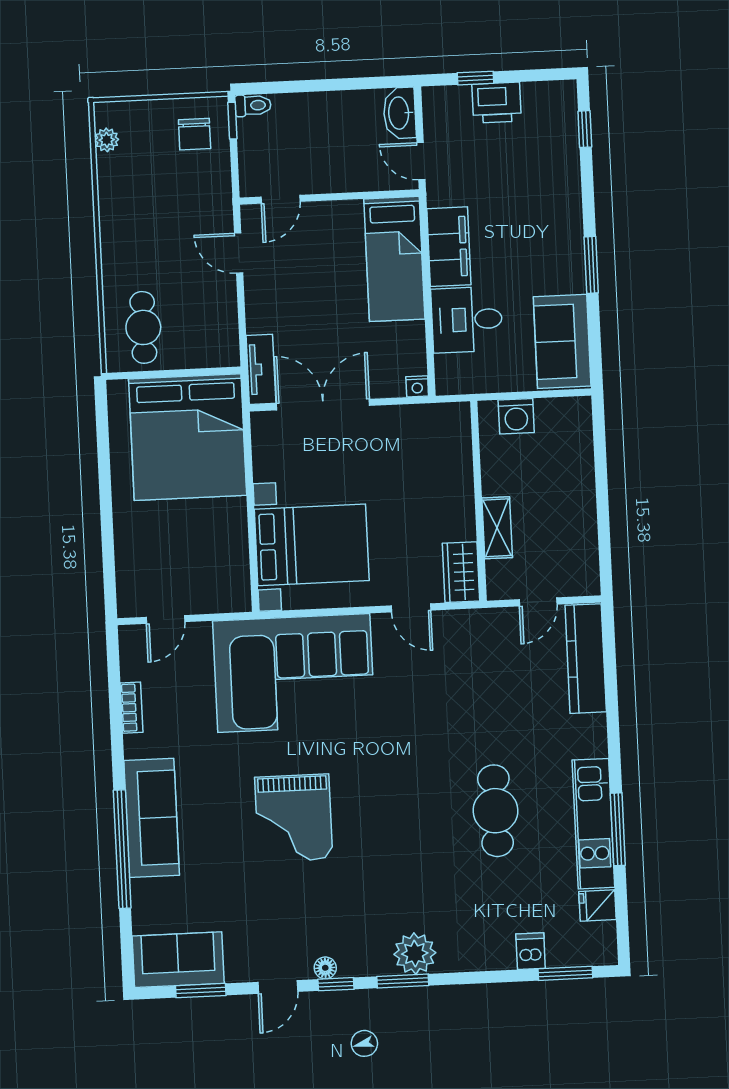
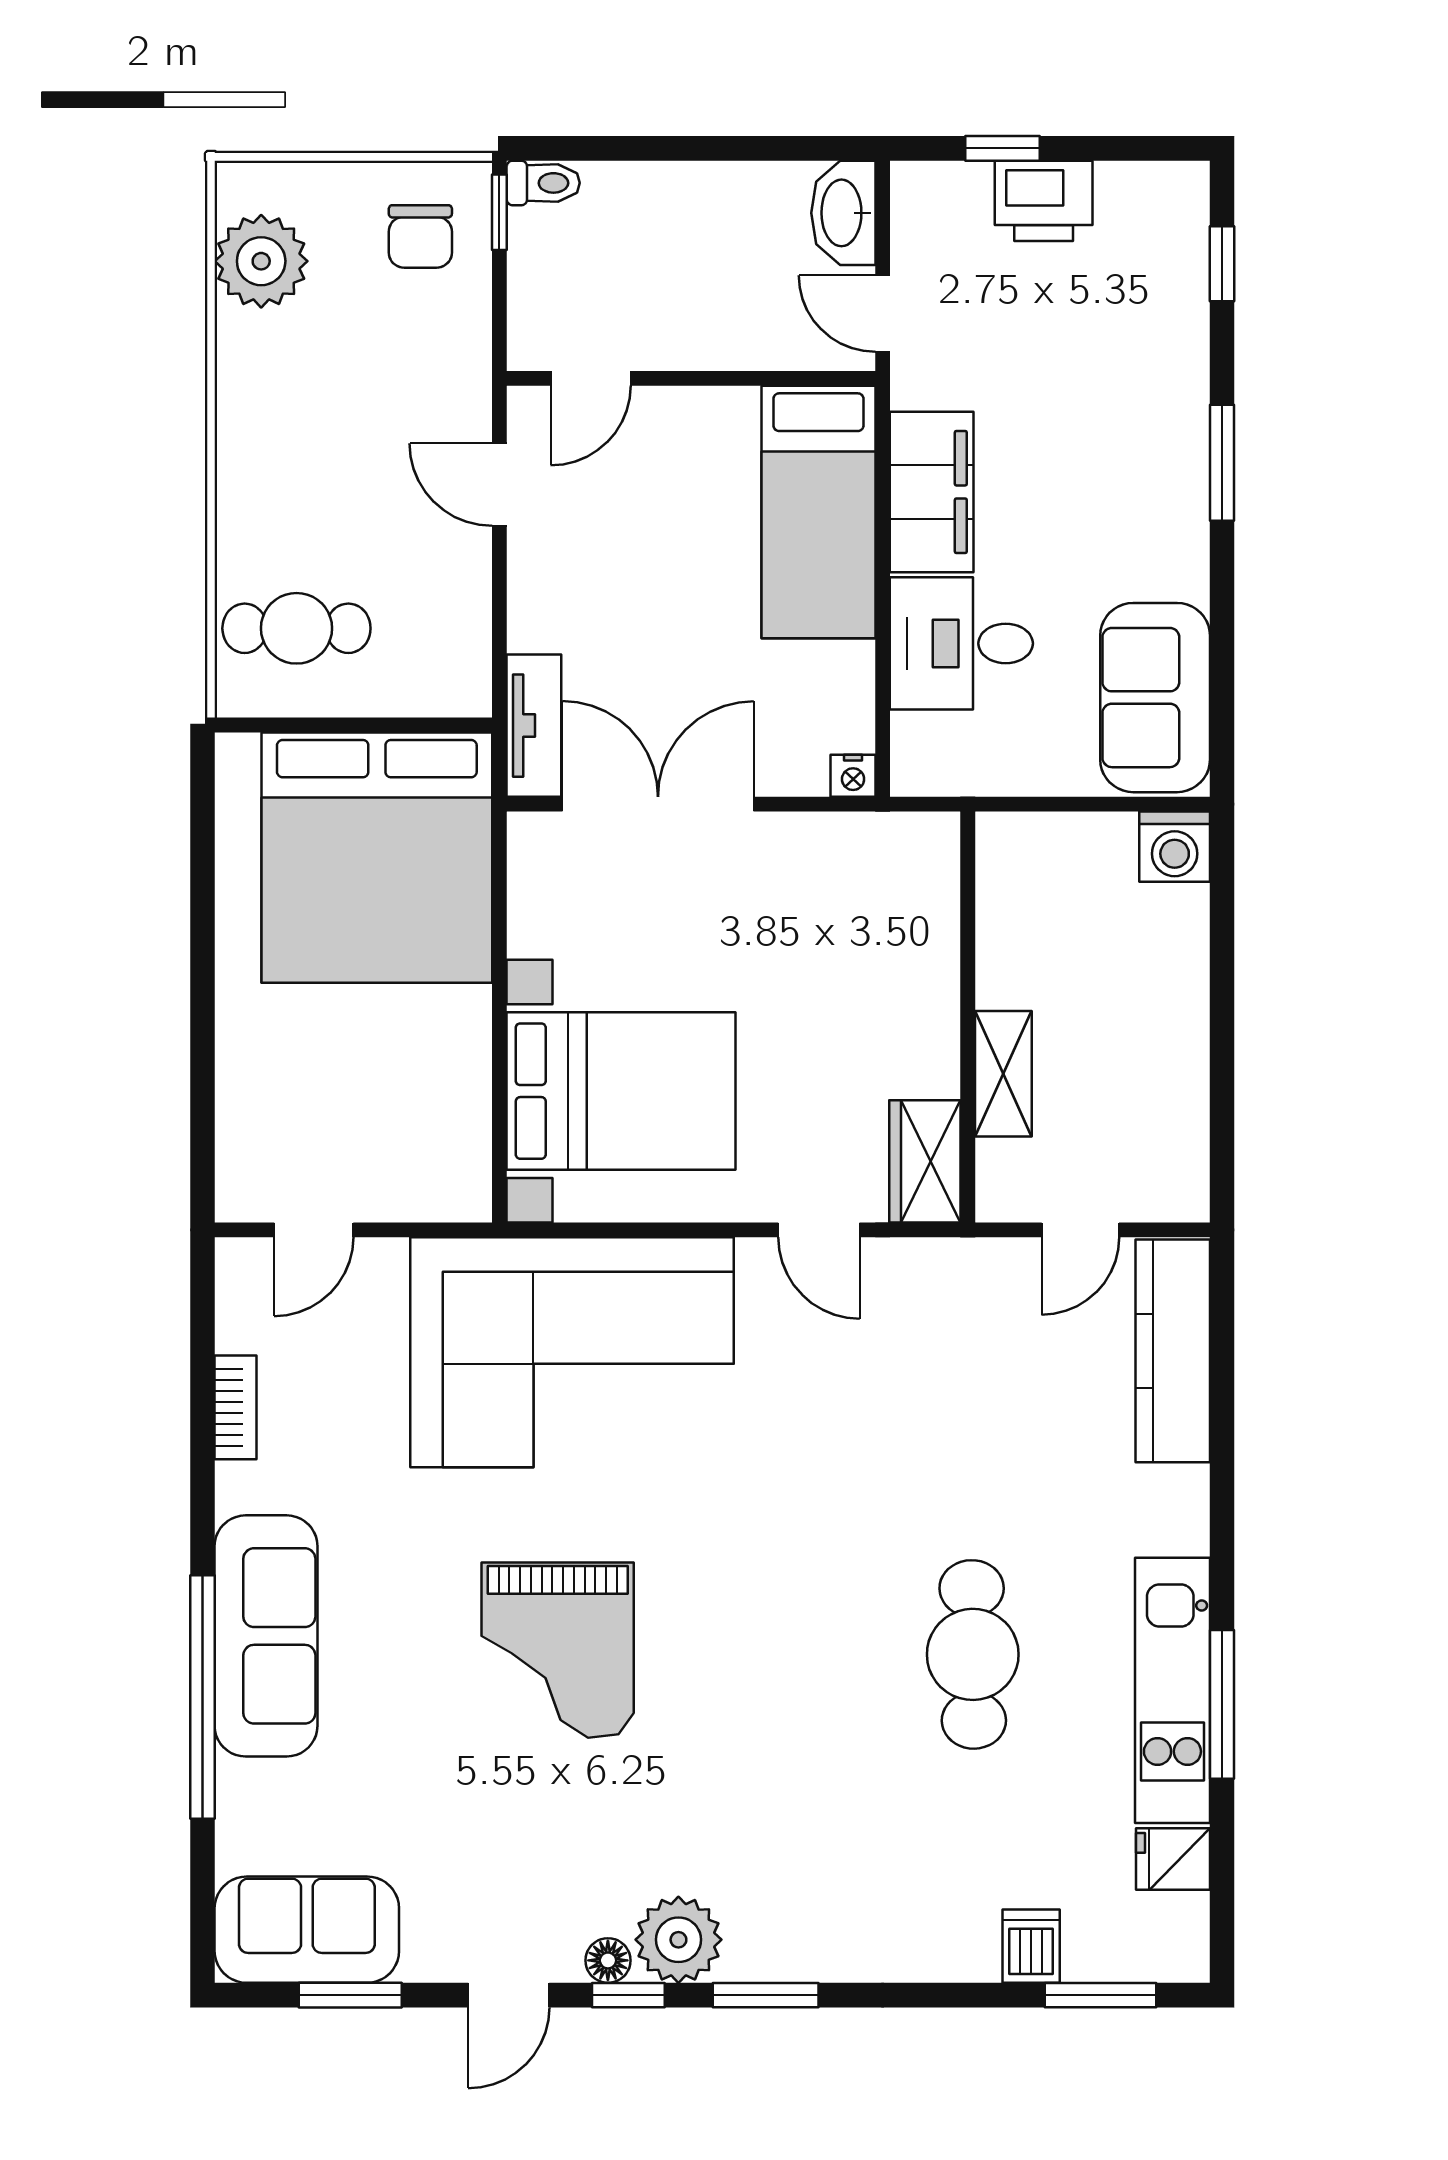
plant: (107, 140) -> (261, 261), width x1.88, depth x1.88
window: (591, 265) -> (1222, 463), moved
cafe table: (143, 327) -> (296, 628), turned 90
washing machine: (516, 416) -> (1175, 847), moved
plant: (415, 953) -> (678, 1940), moved

